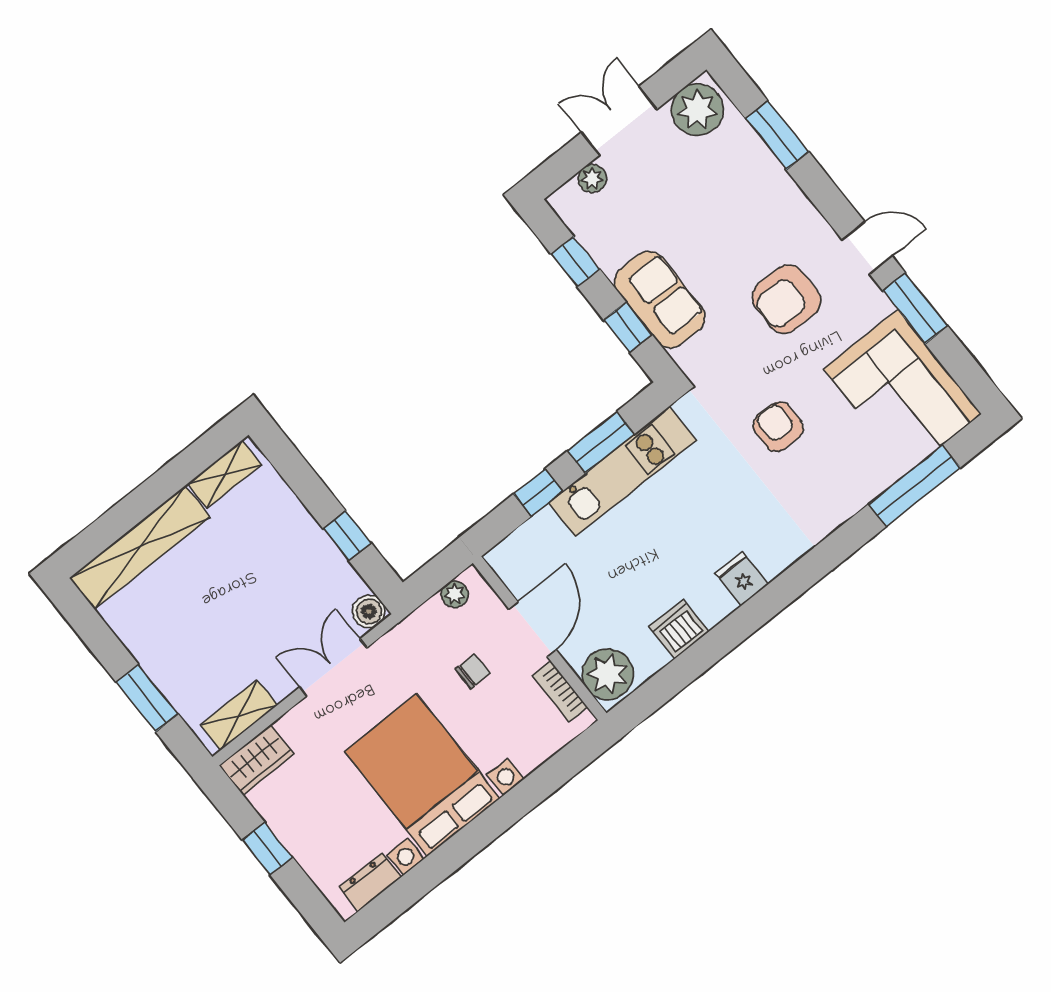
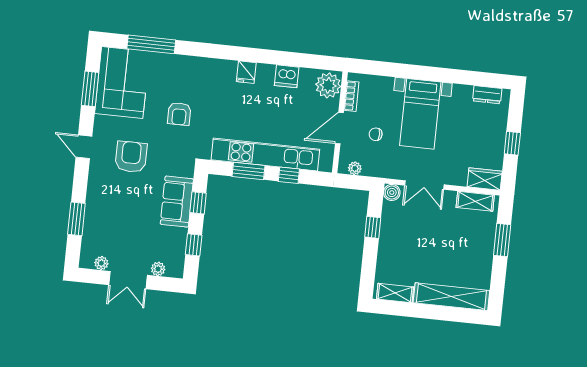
plant: (697, 110) -> (101, 263), width x0.53, depth x0.53
armchair: (787, 299) -> (131, 157), turned -90
window: (915, 308) -> (90, 89), moved
kitchen unit: (622, 472) -> (265, 155), width x1.36
bed with nightstands: (422, 775) -> (420, 114), width x0.73

